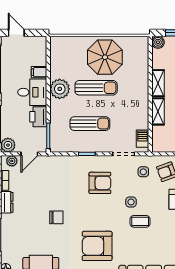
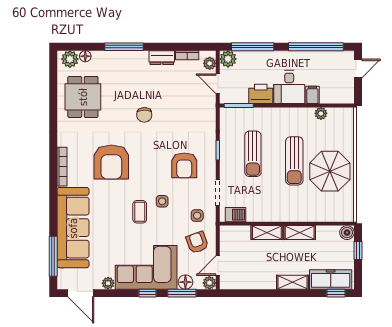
plant: (60, 89) -> (321, 113), moved, width x0.53, depth x0.53
armchair: (97, 246) -> (111, 162), turned 180

